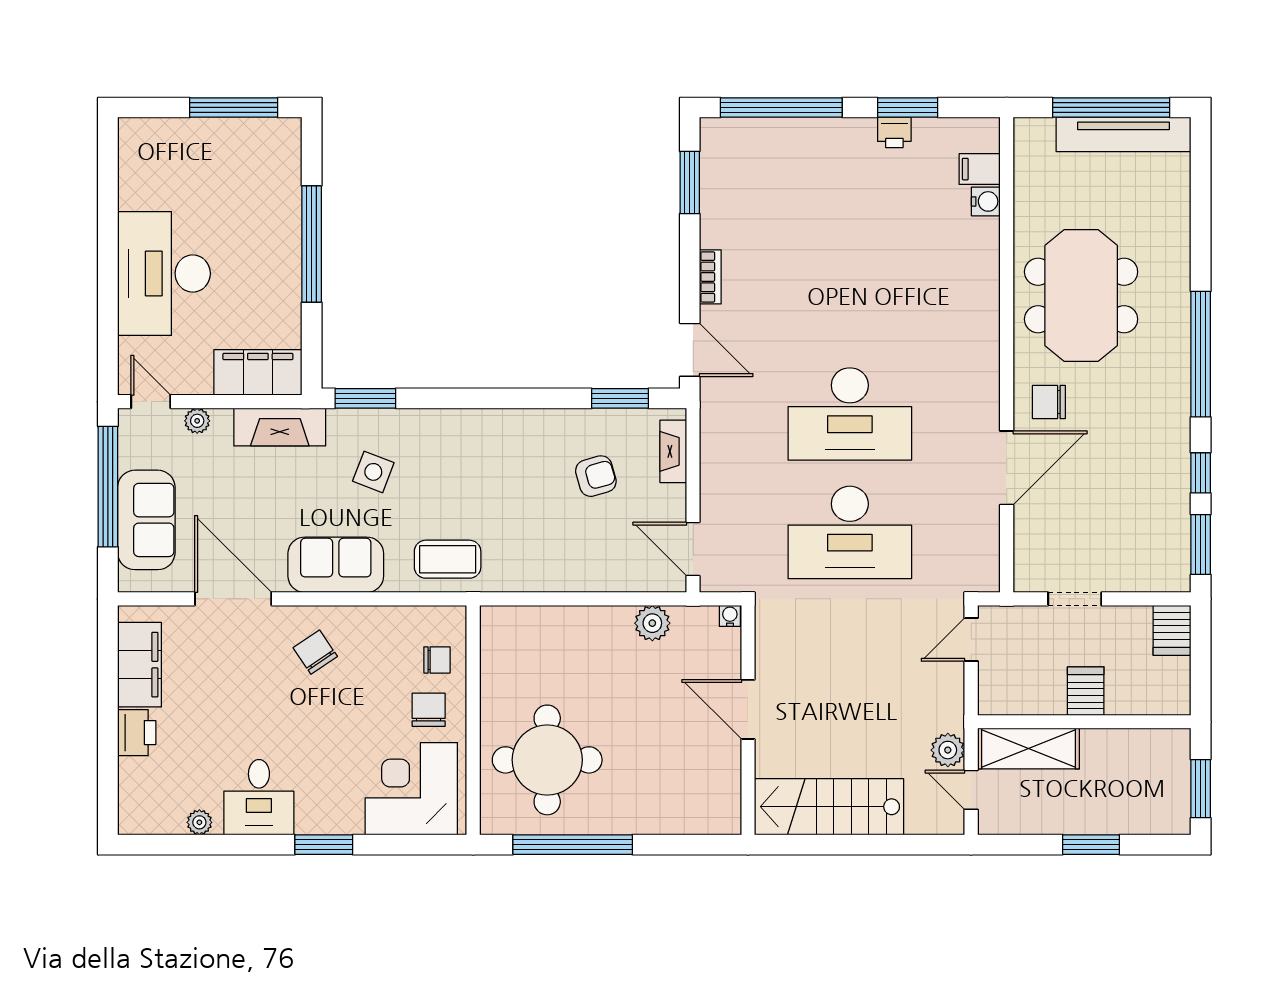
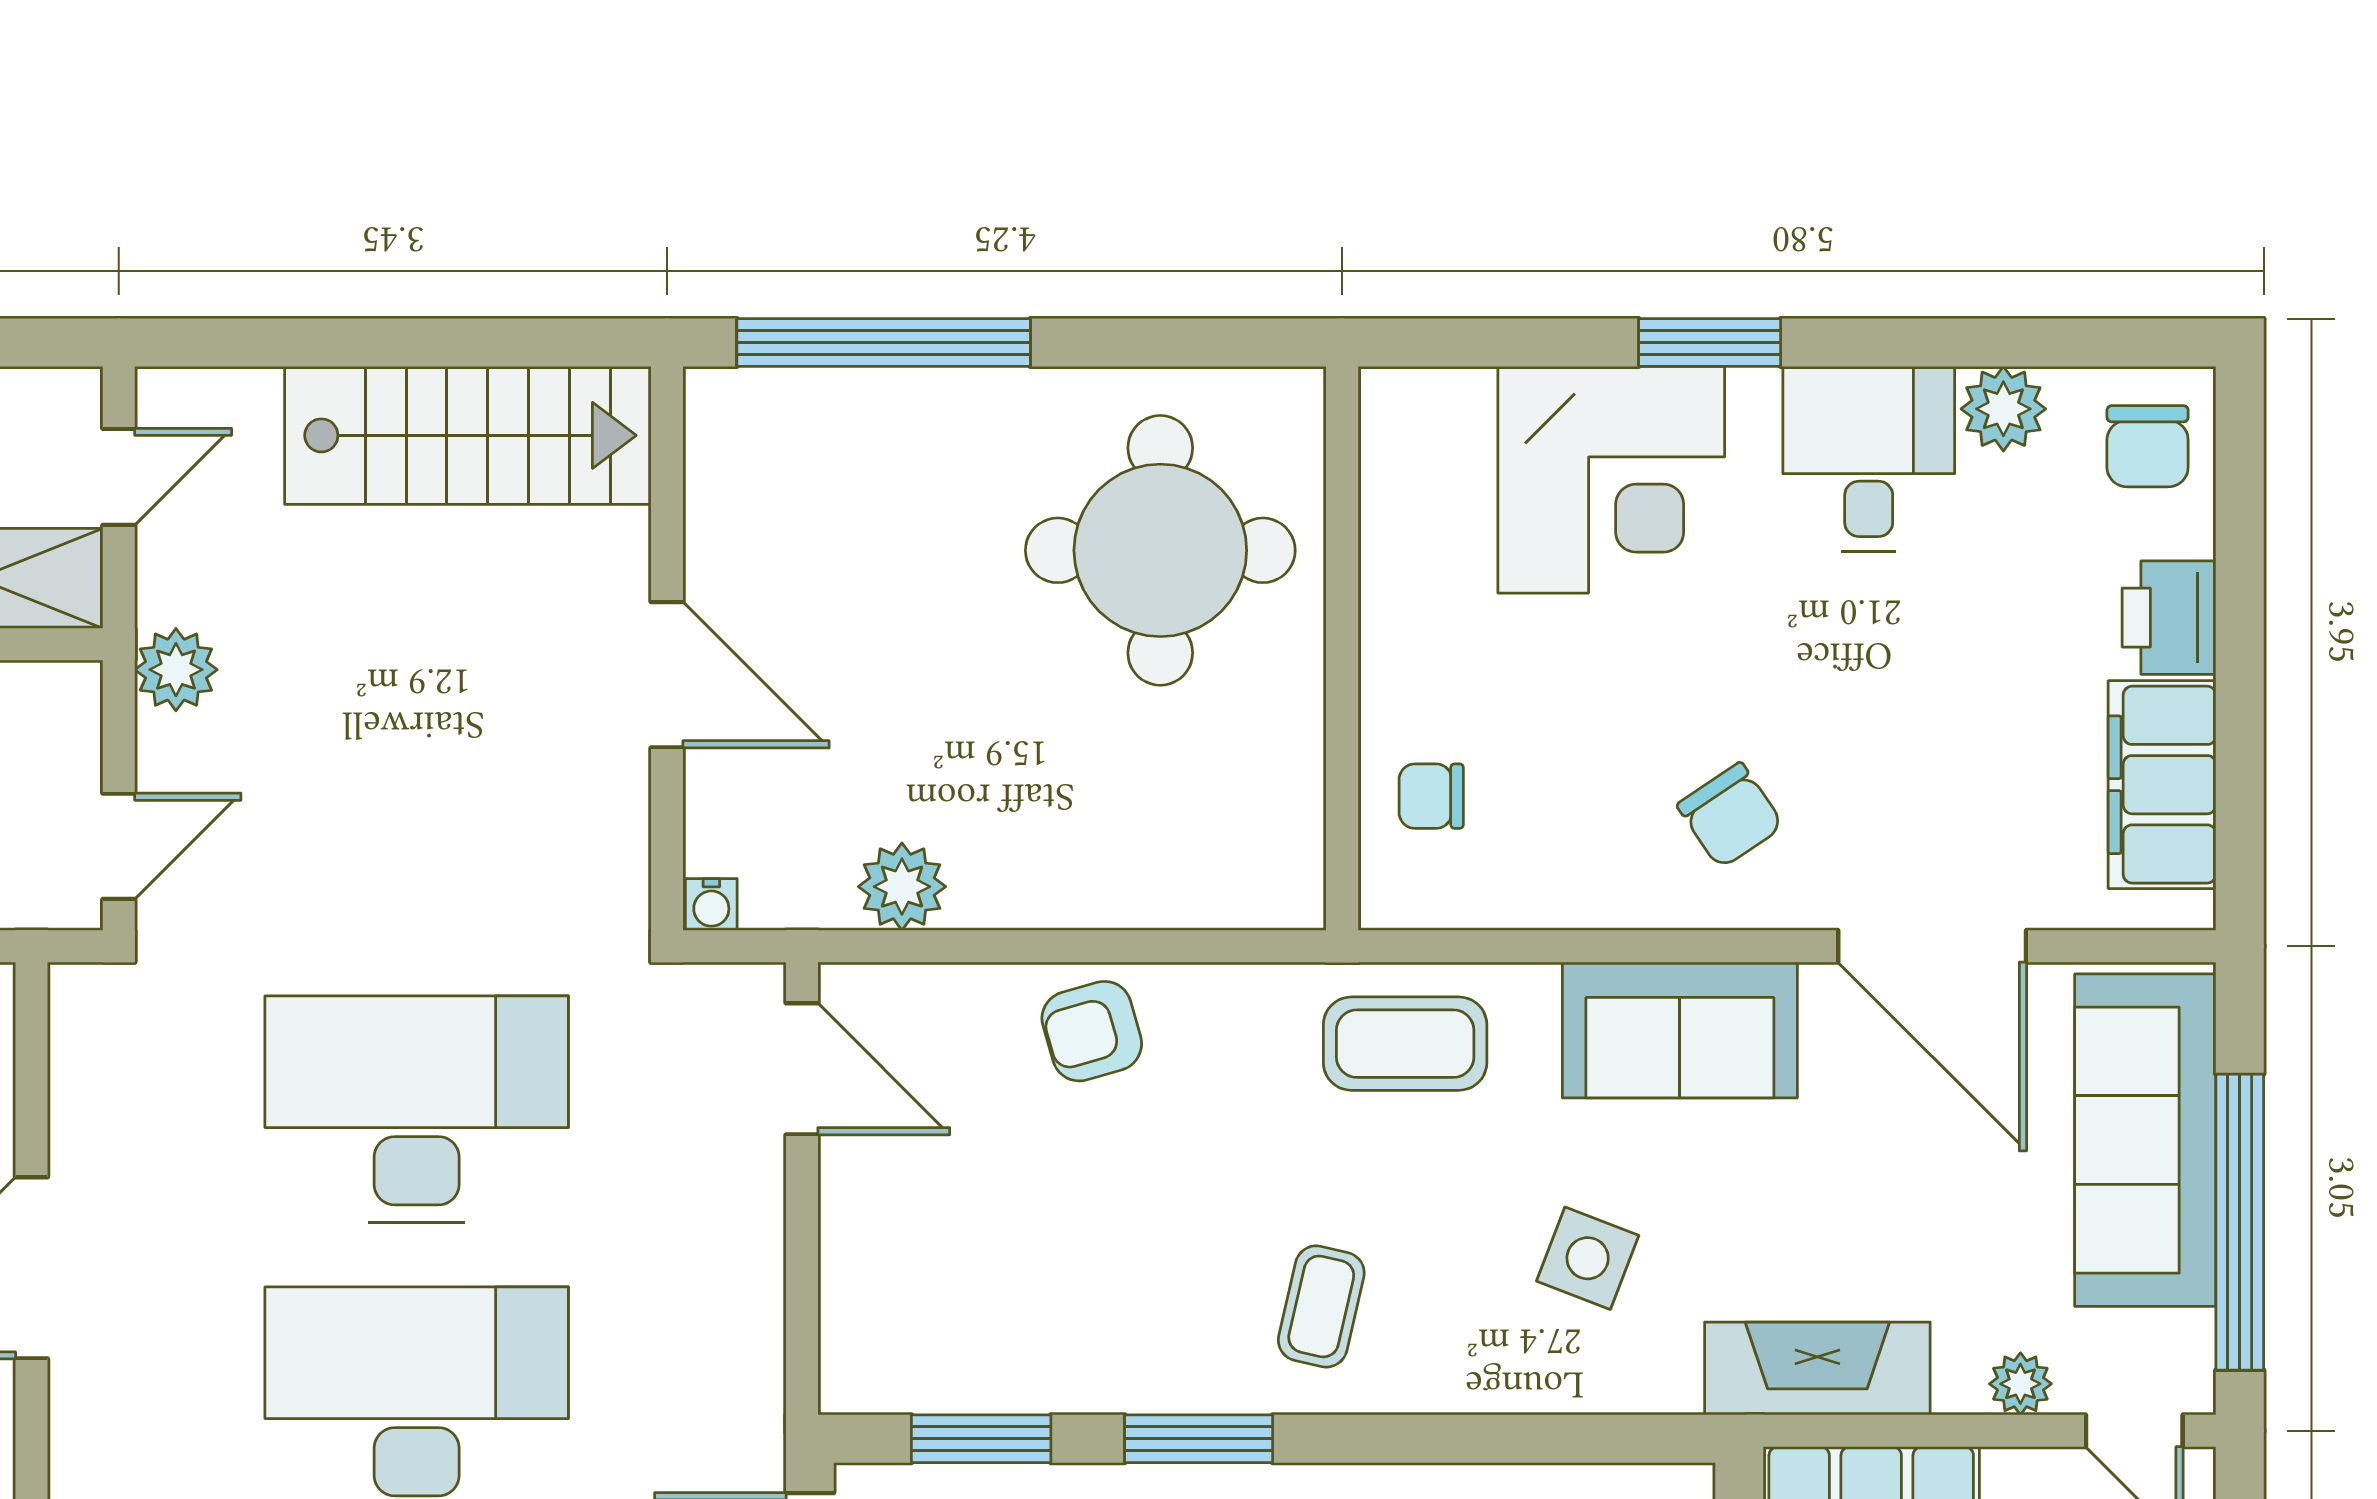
window: (365, 398) -> (1199, 1439), moved
fireplace: (673, 451) -> (851, 1309), removed
coffee table: (482, 452) -> (1321, 1306), added
armchair: (596, 476) -> (1092, 1031), moved
sofa: (146, 520) -> (2145, 1140), width x1.36
chair: (429, 710) -> (2148, 446), moved
plant: (948, 750) -> (176, 670), moved
corner desk: (411, 789) -> (1611, 480), moved
door: (971, 790) -> (119, 477), hinge flipped
plant: (199, 822) -> (2003, 409), width x1.38, depth x1.38
window: (573, 845) -> (884, 342), moved

